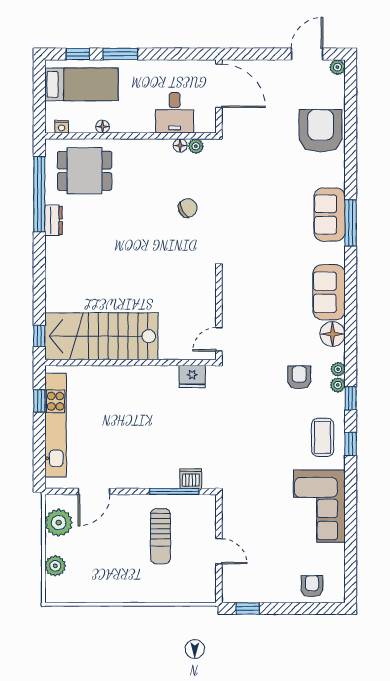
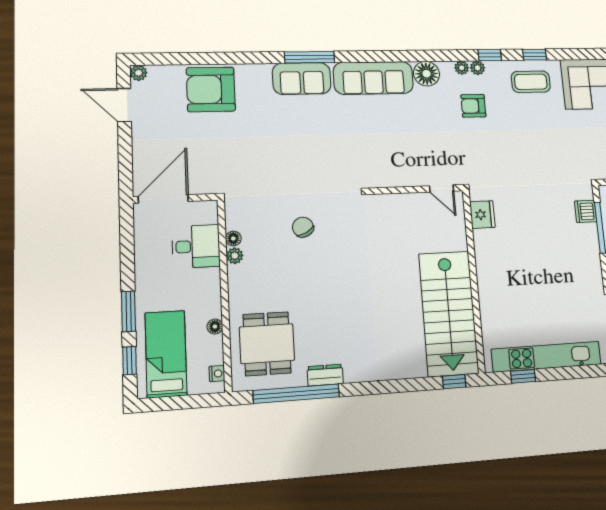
plant: (196, 146) -> (235, 256), moved
sofa: (329, 292) -> (373, 78), width x1.36

